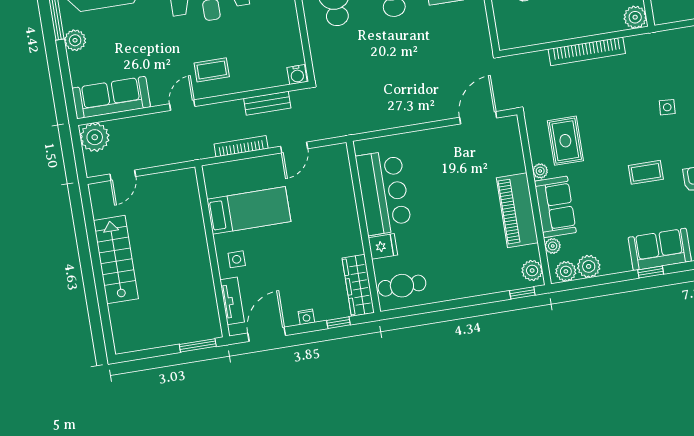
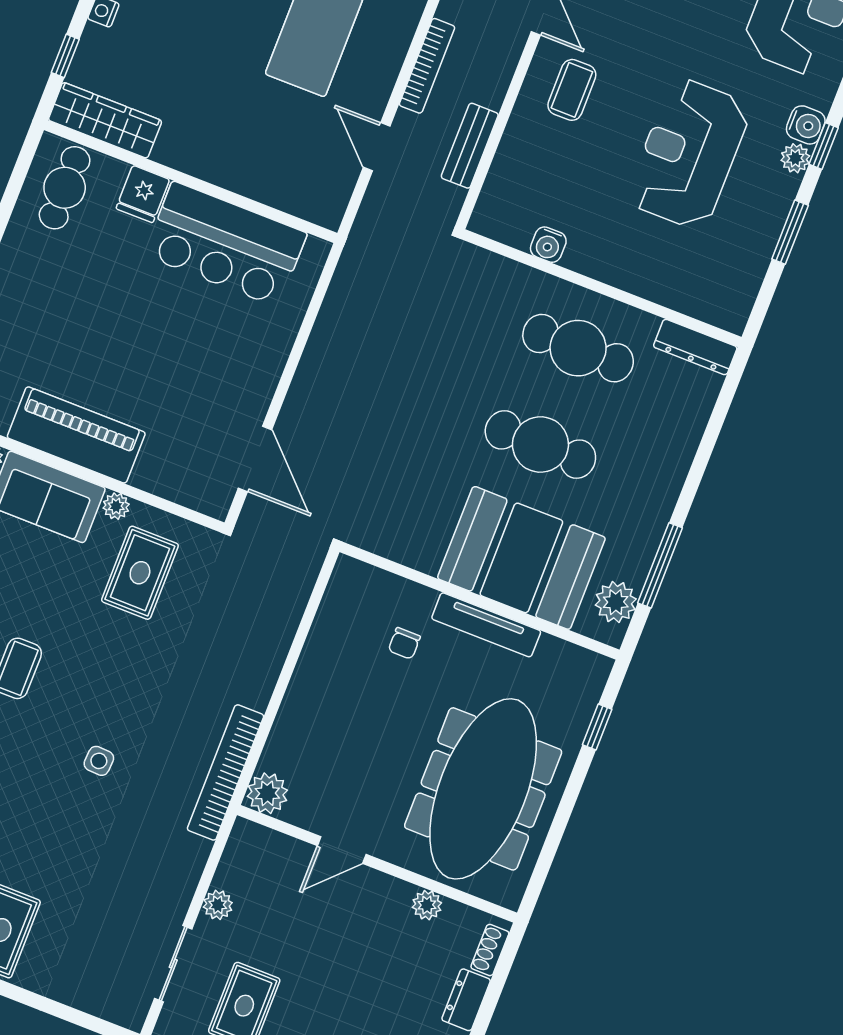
bookcase: (587, 51) -> (226, 772), moved
water cooler: (297, 75) -> (548, 245), moved, turned -90
rug: (565, 141) -> (140, 573), turned 90

